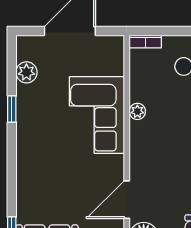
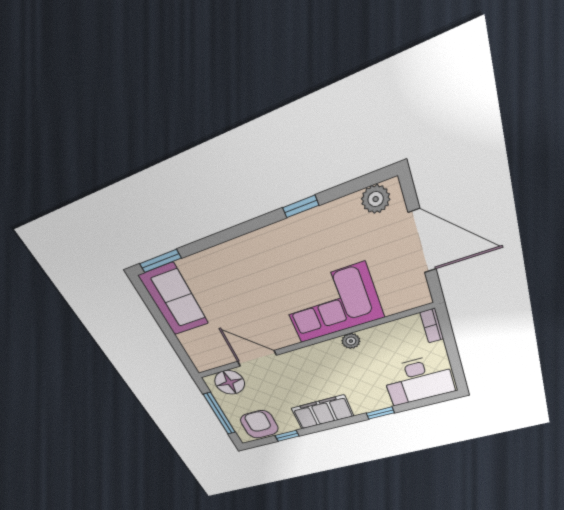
plant: (26, 72) -> (376, 199), moved

